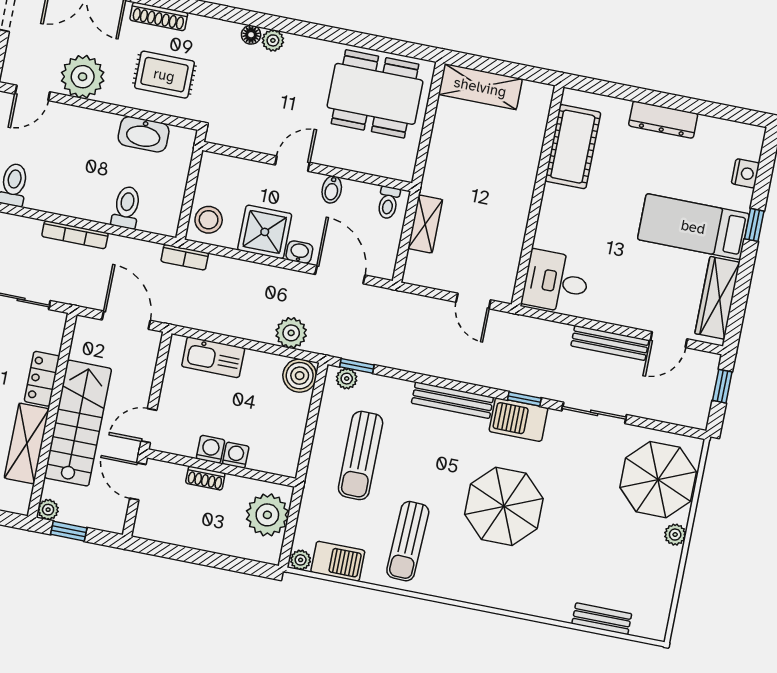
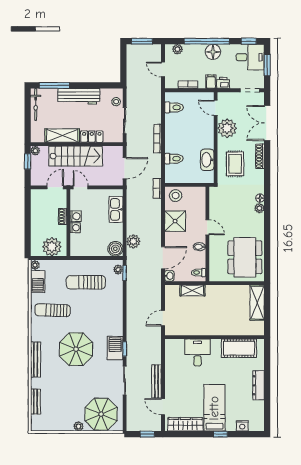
washbasin: (299, 252) -> (169, 276), moved
desk: (556, 282) -> (198, 352), moved
bench: (452, 400) -> (36, 360), moved

